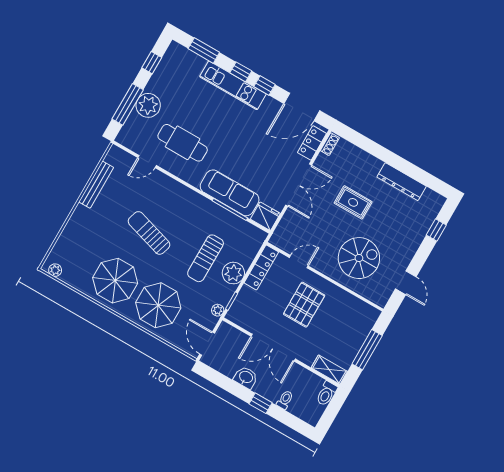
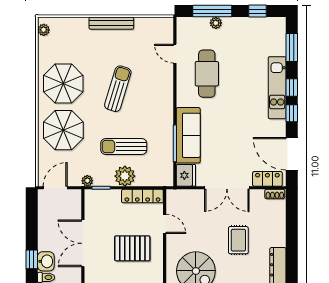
plant: (148, 105) -> (216, 23), width x0.53, depth x0.53
bench: (96, 185) -> (111, 23), moved
washbasin: (246, 377) -> (46, 261), moved

